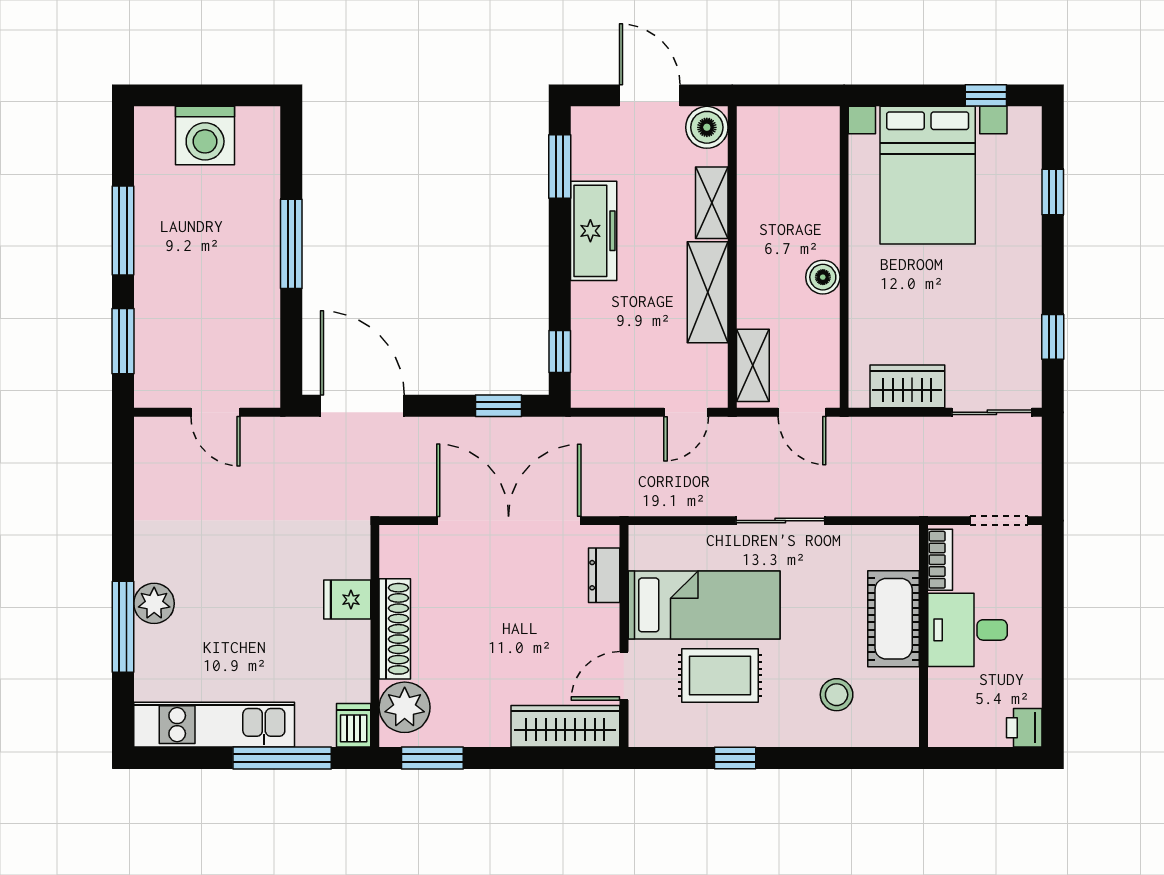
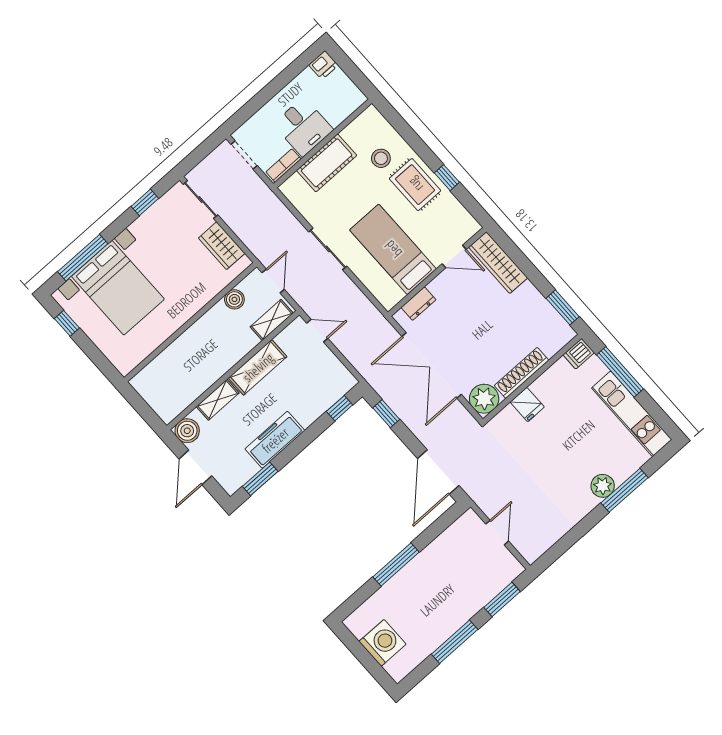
bed with nightstands: (928, 175) -> (118, 288), moved, turned 90
window: (1053, 192) -> (83, 258), width x2.17
boiler: (823, 277) -> (234, 299), moved
rug: (720, 675) -> (415, 185), moved
plant: (405, 707) -> (484, 399), moved

